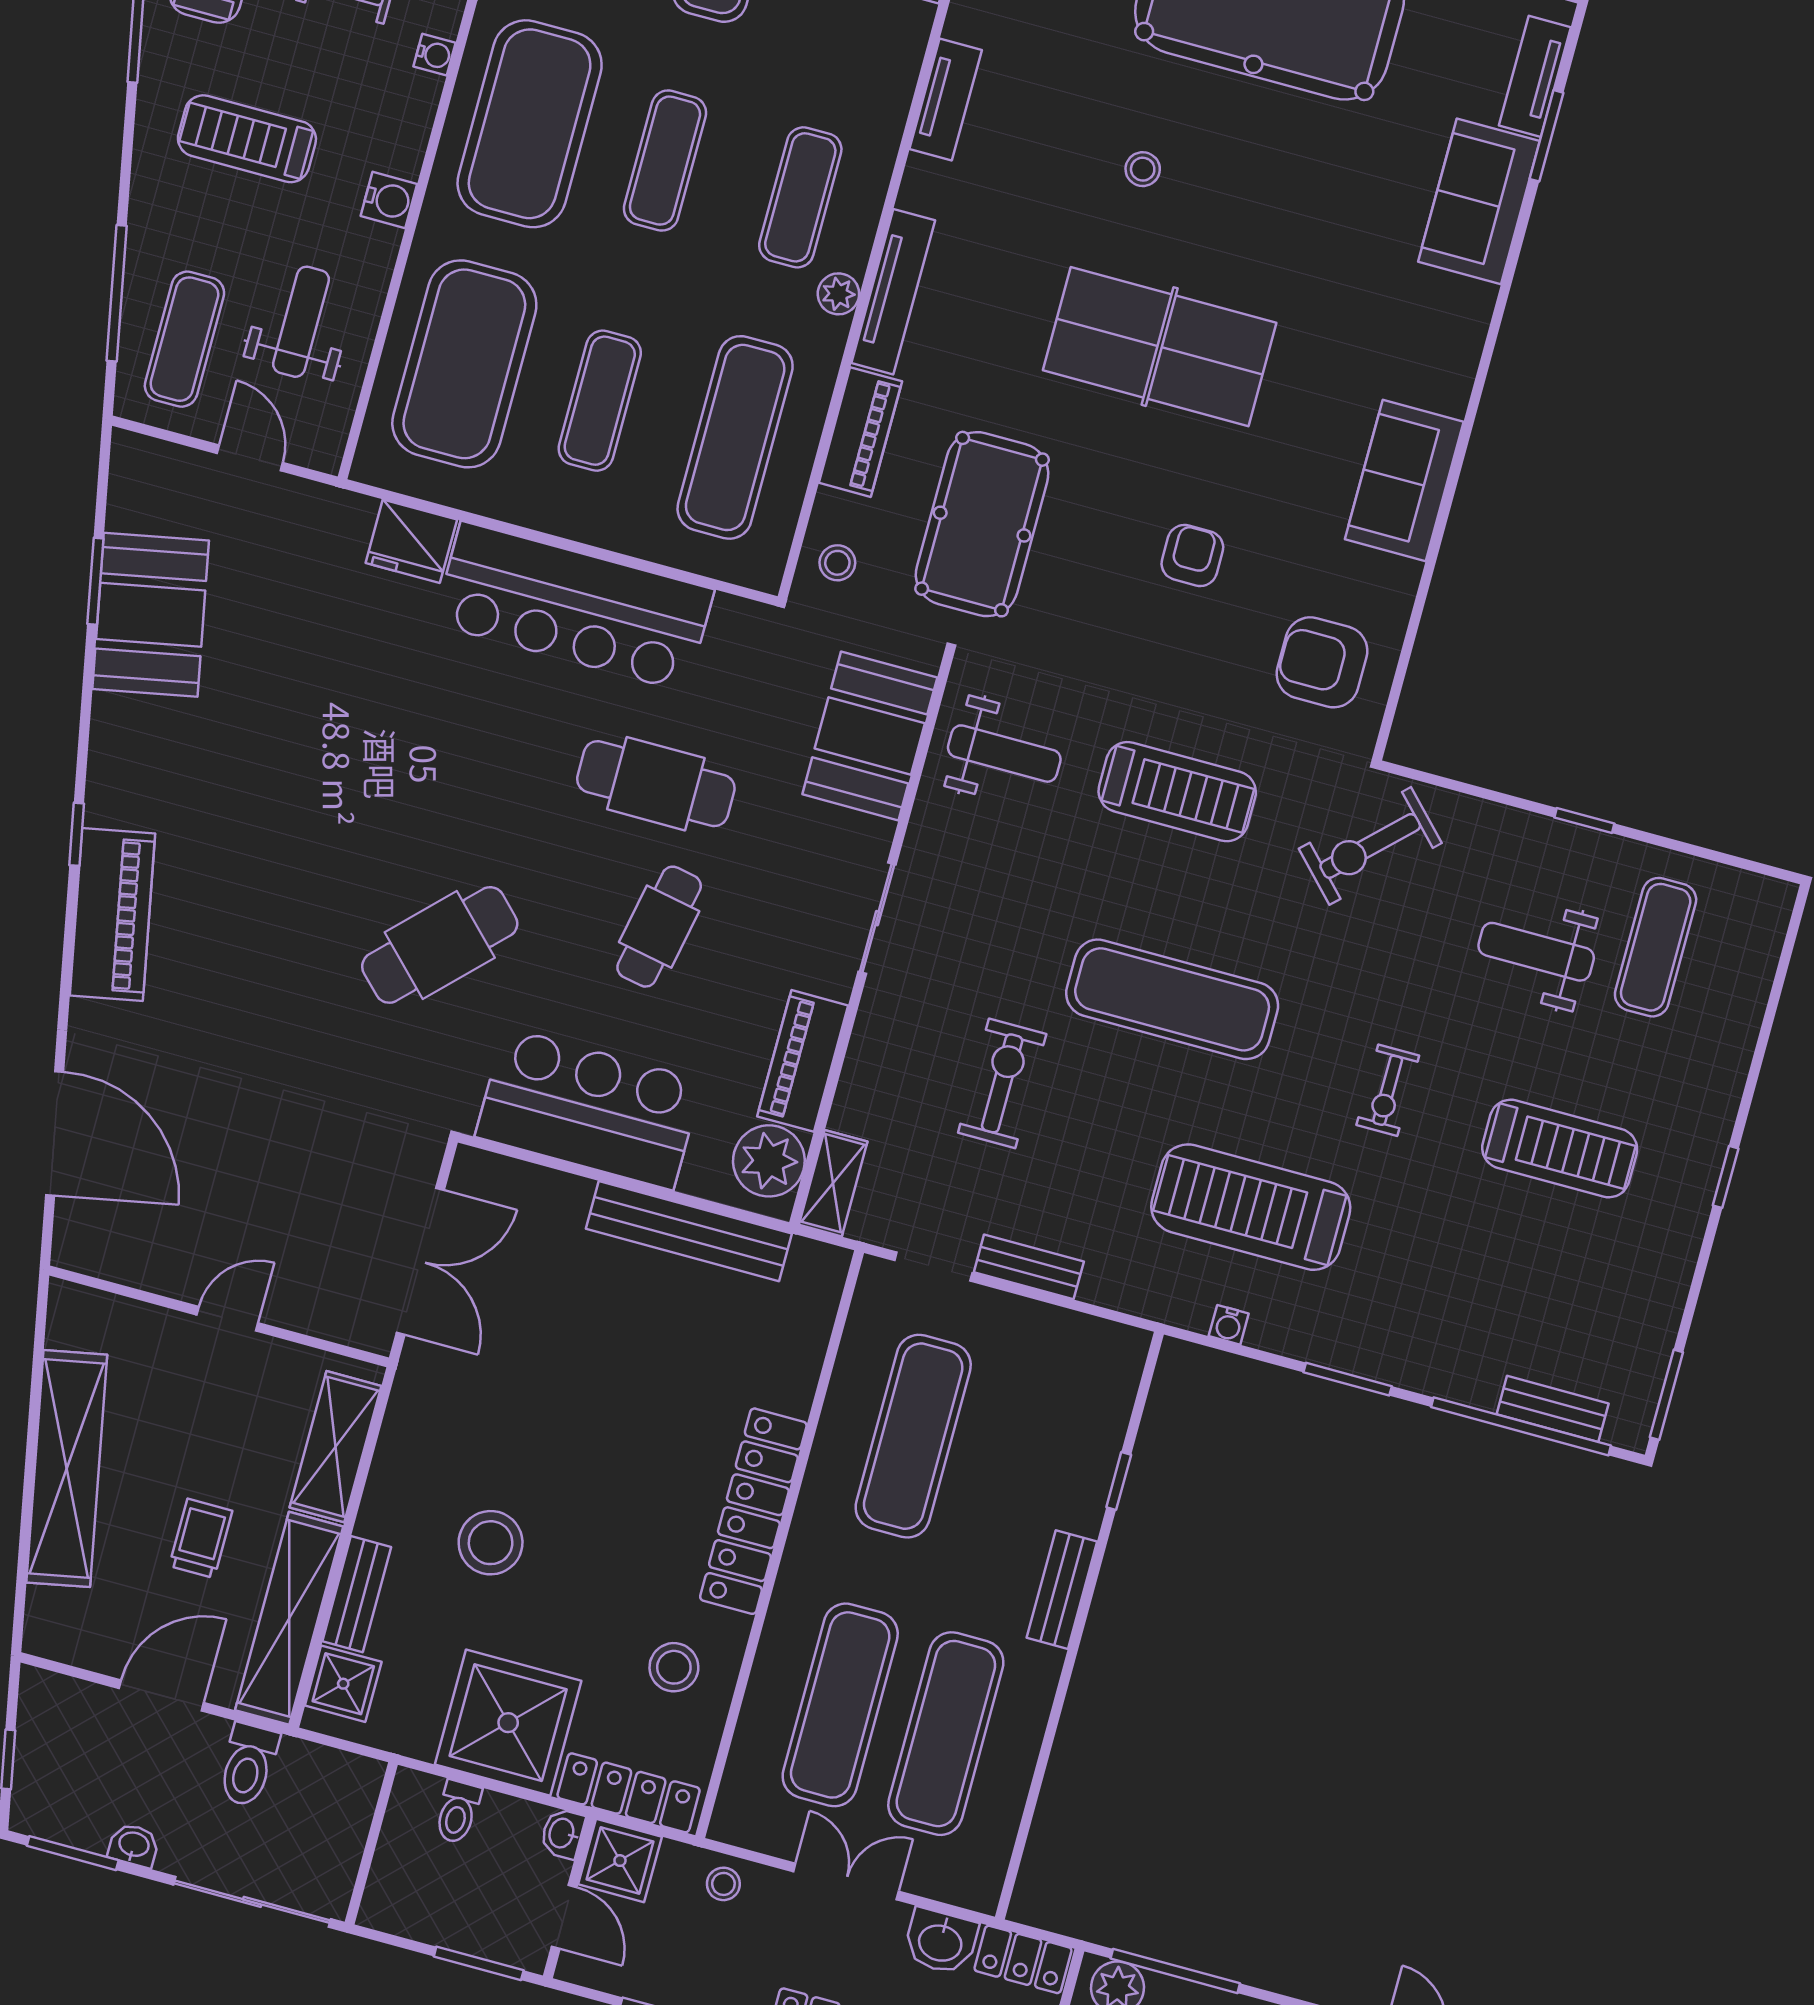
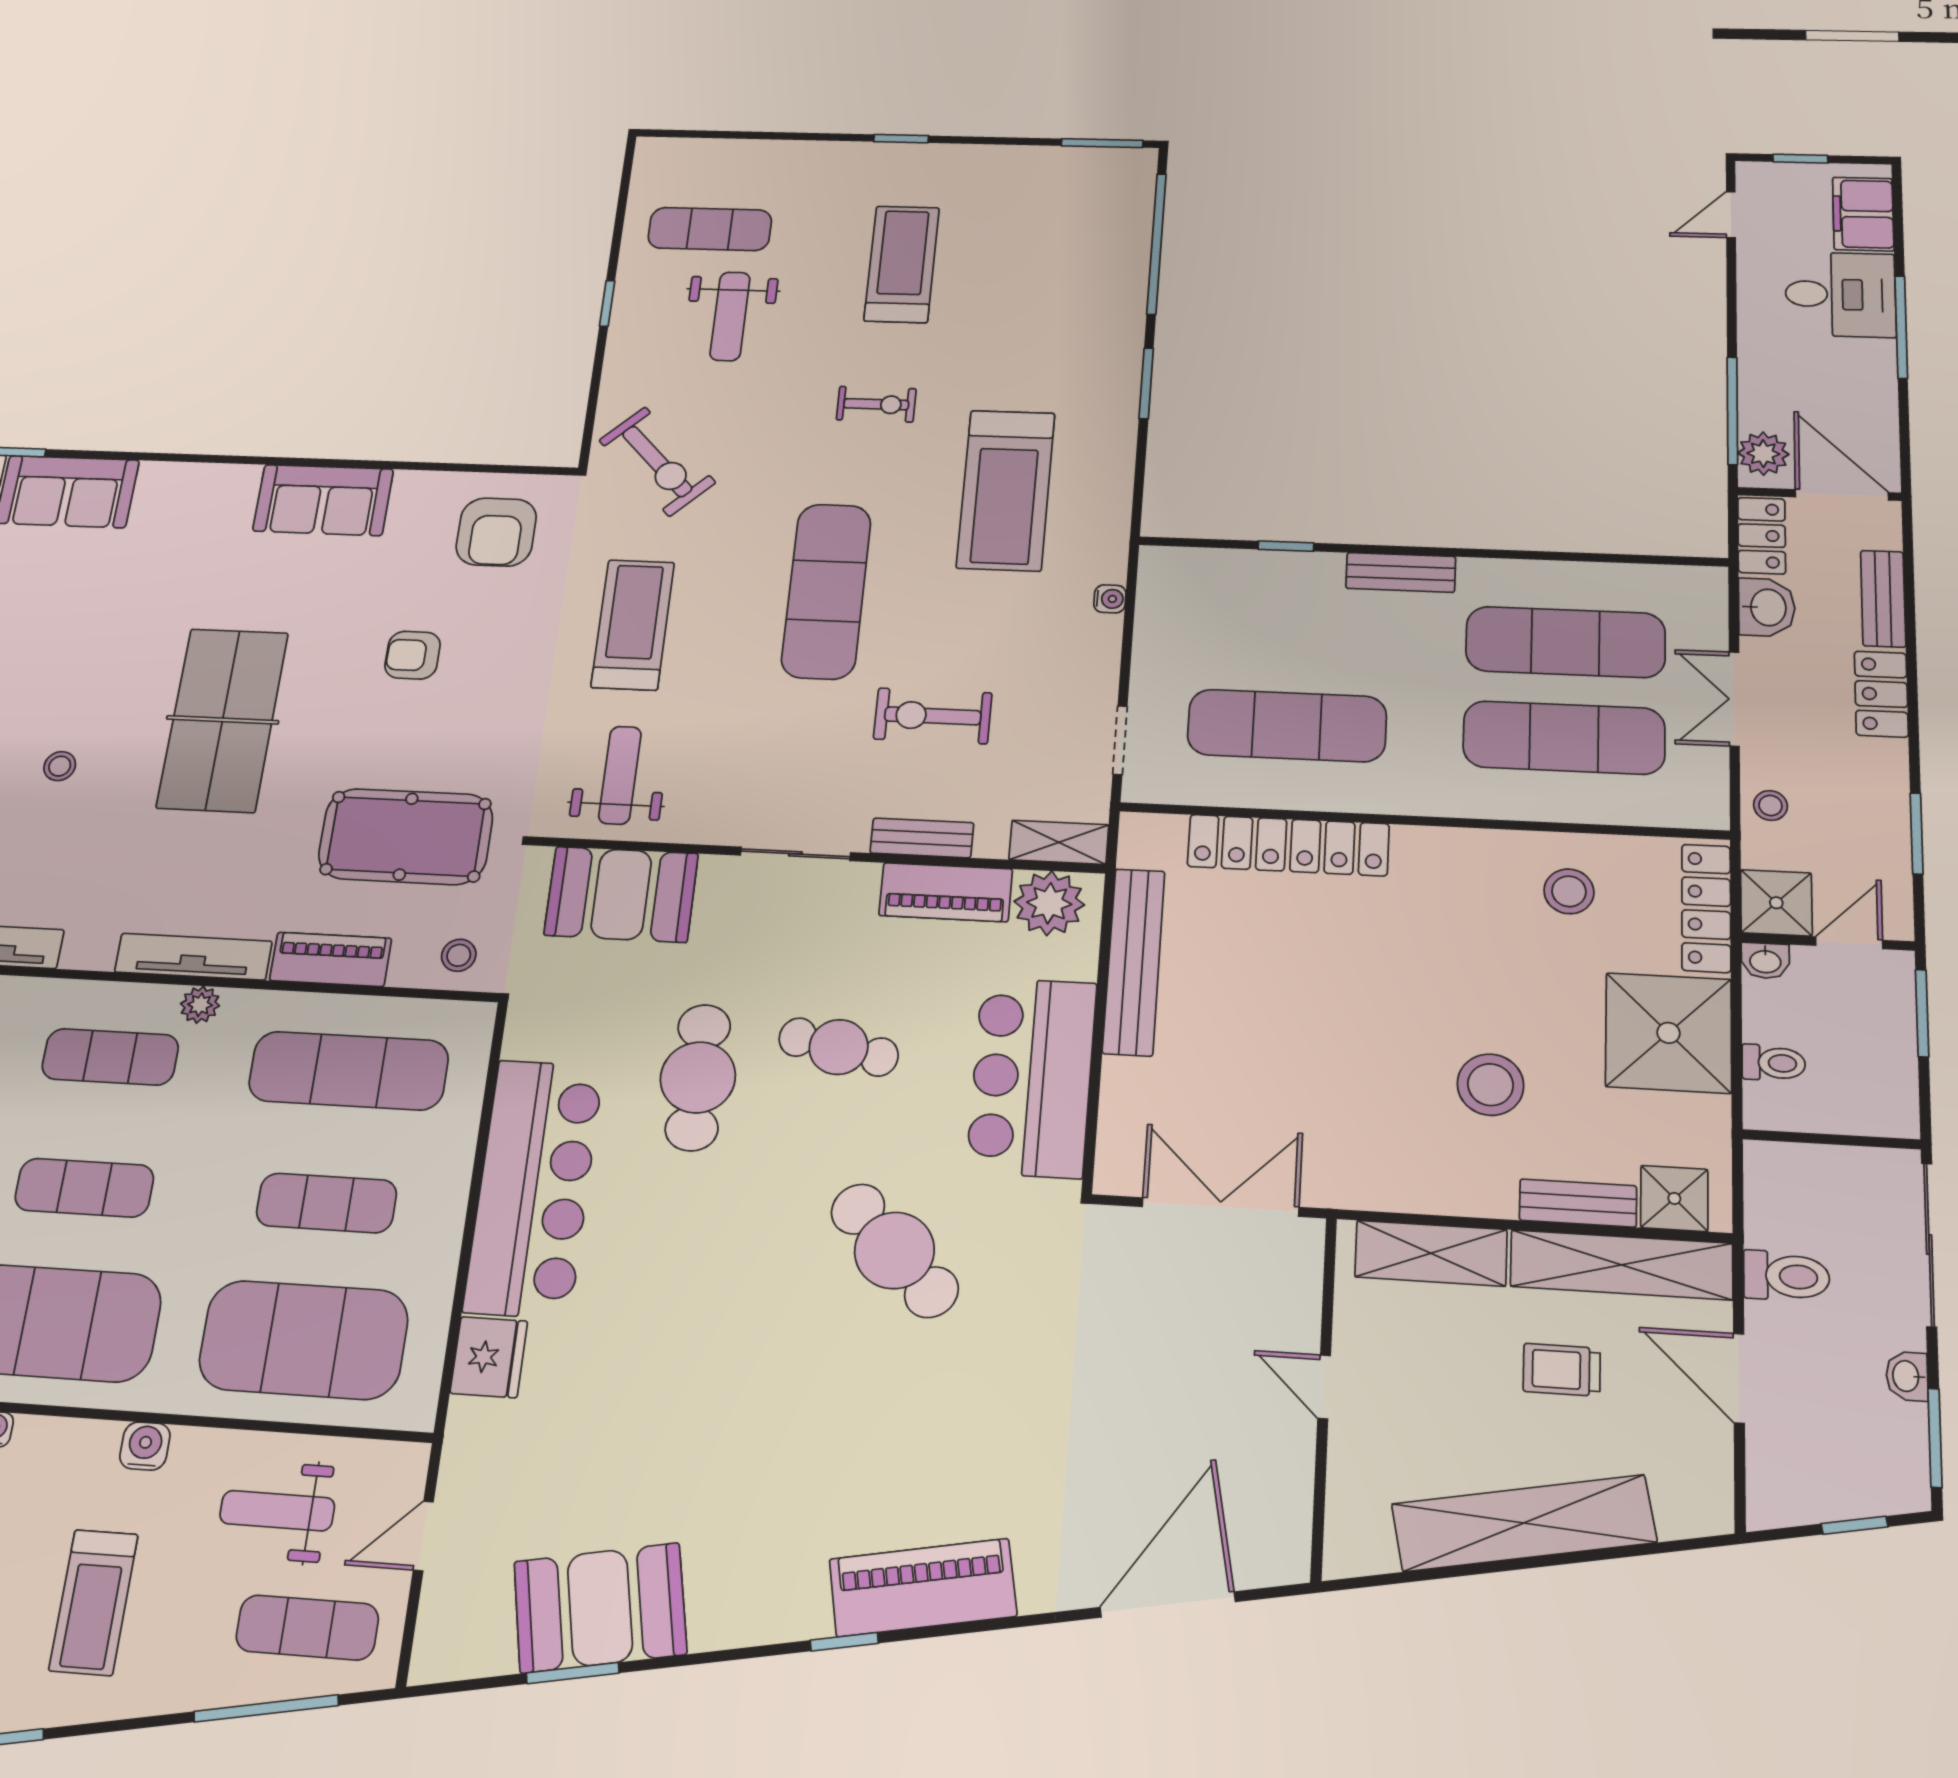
bench: (1029, 1267) -> (922, 838), moved, turned 90
water cooler: (1229, 1325) -> (1110, 599), moved
bench: (1553, 1409) -> (1135, 223), removed
locker: (753, 1511) -> (1288, 845), moved

